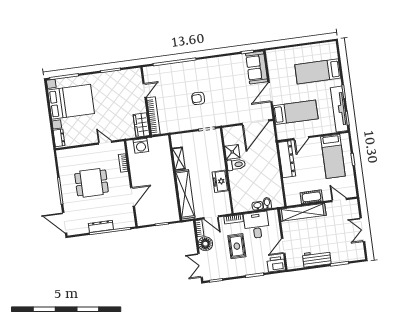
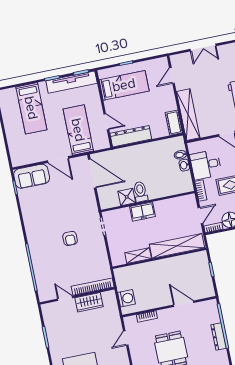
wardrobe: (141, 125) -> (89, 302), moved
freezer: (220, 181) -> (143, 212), moved
cot: (311, 197) -> (174, 123), moved

